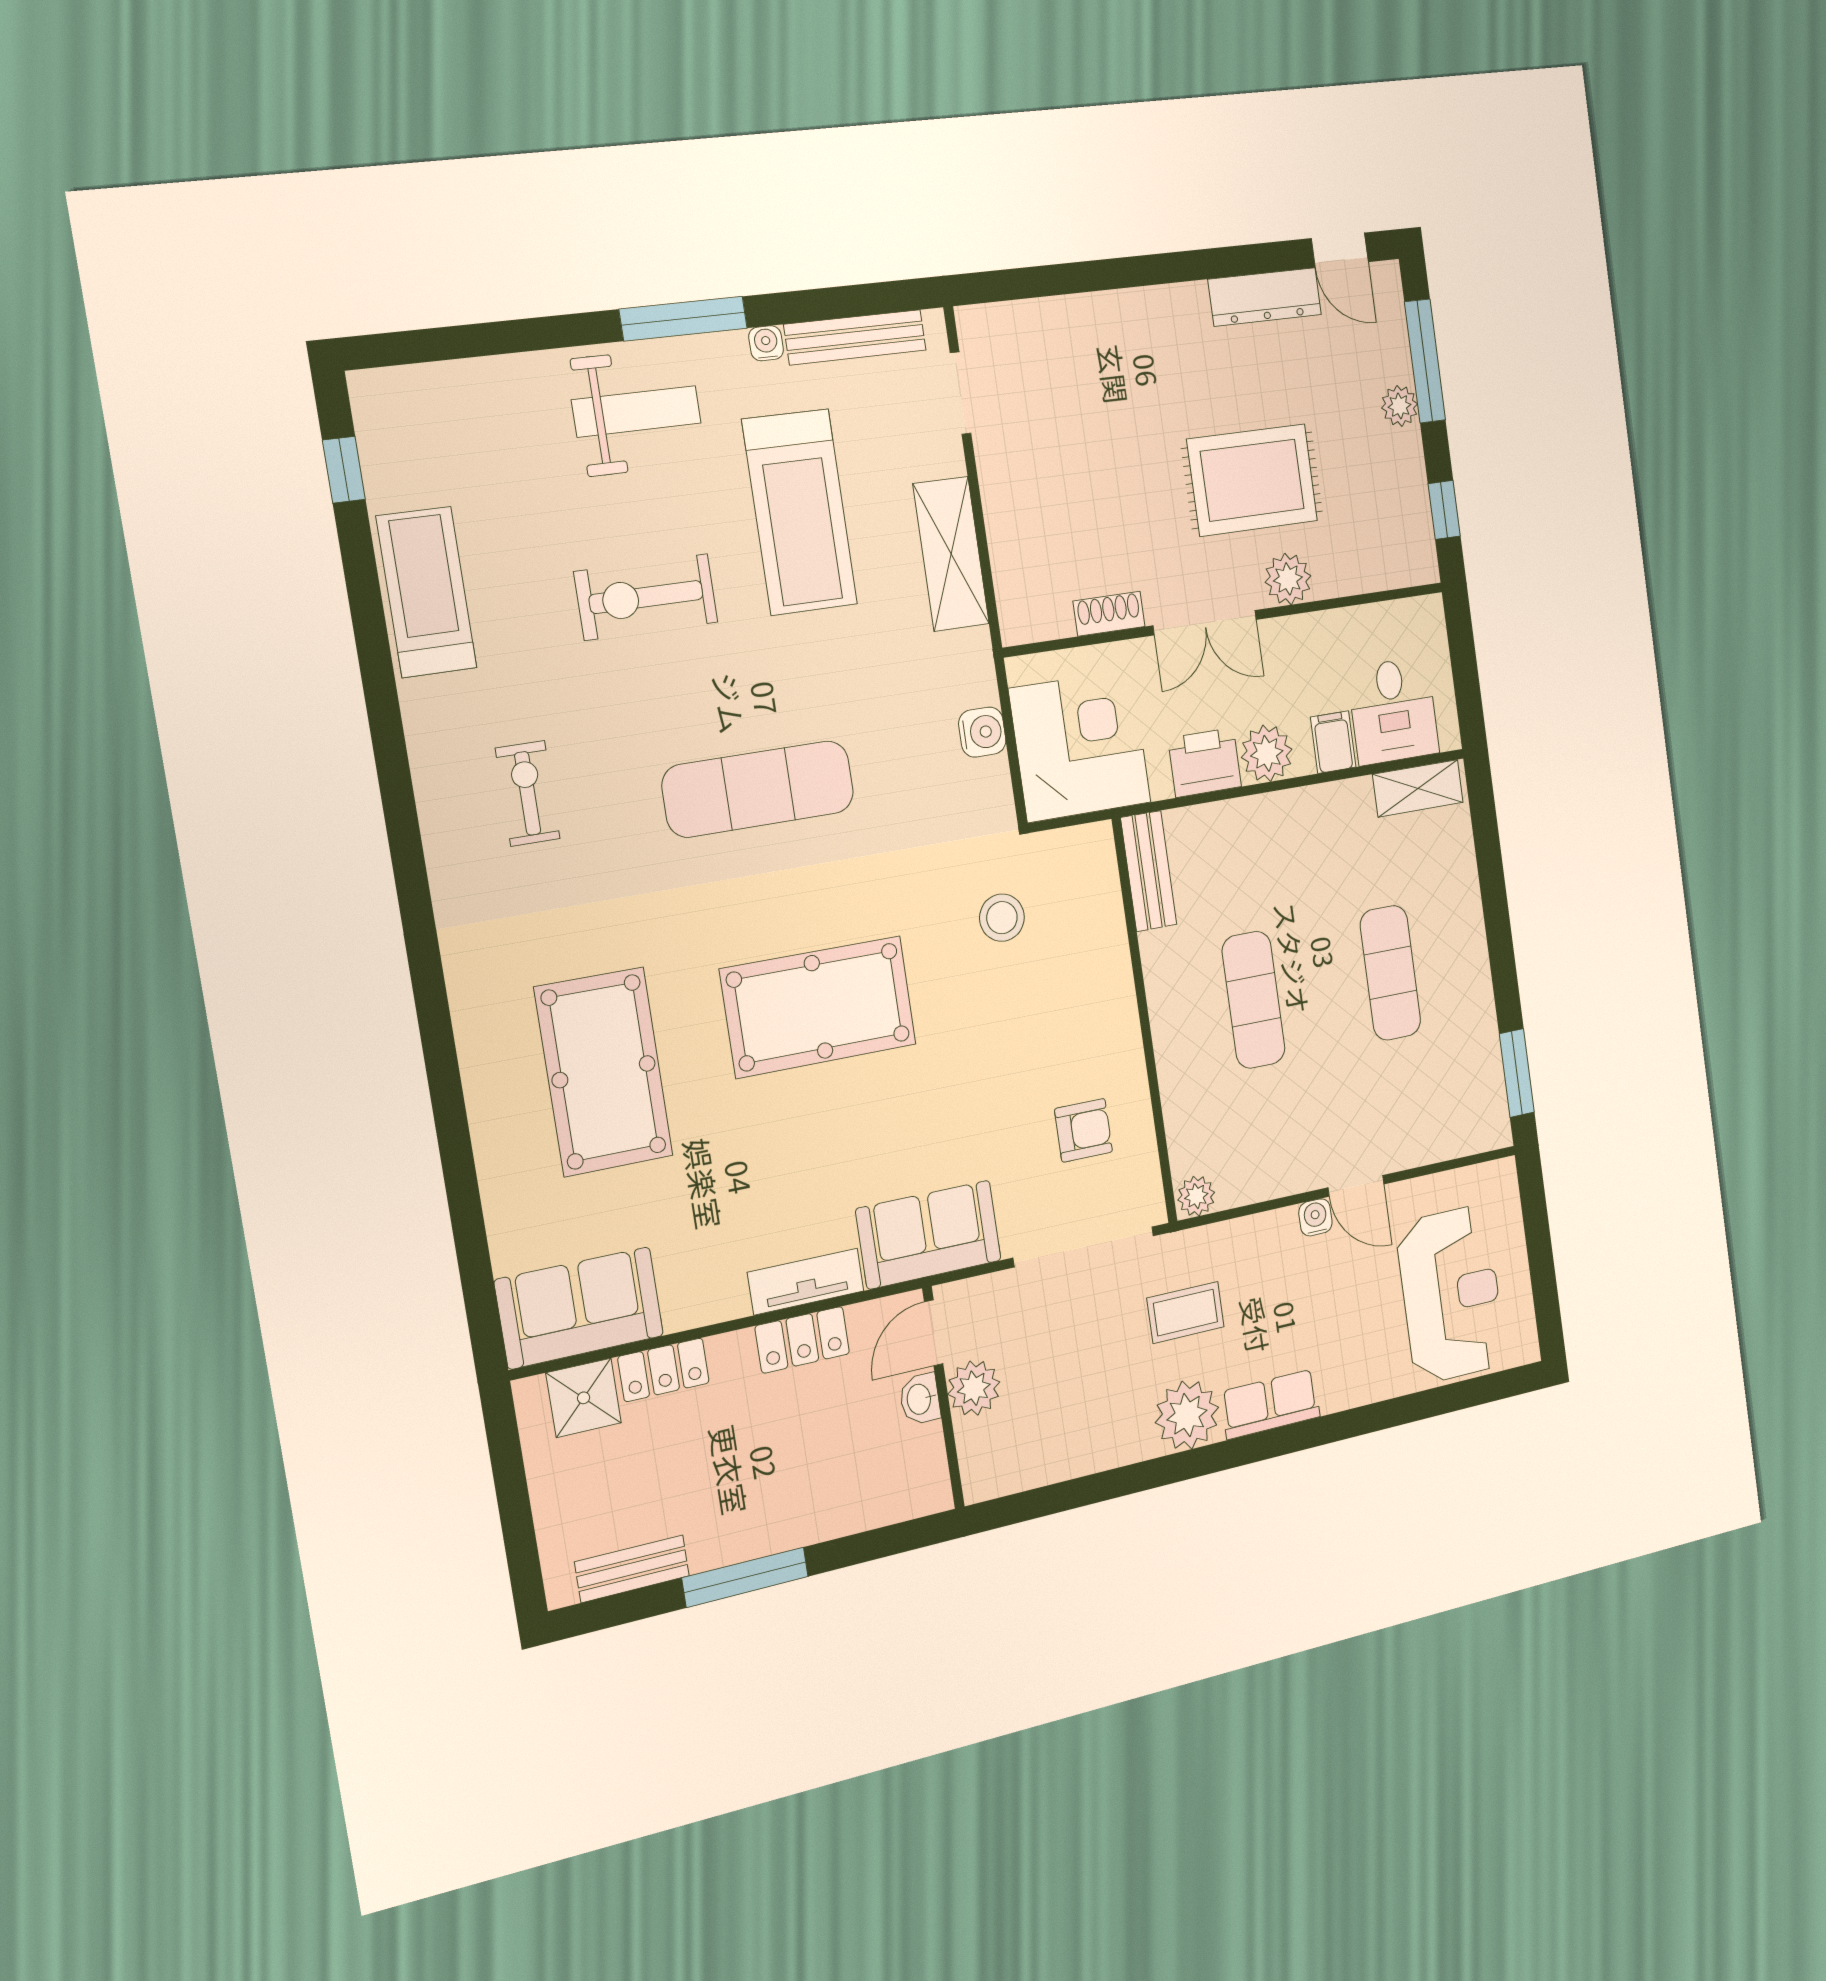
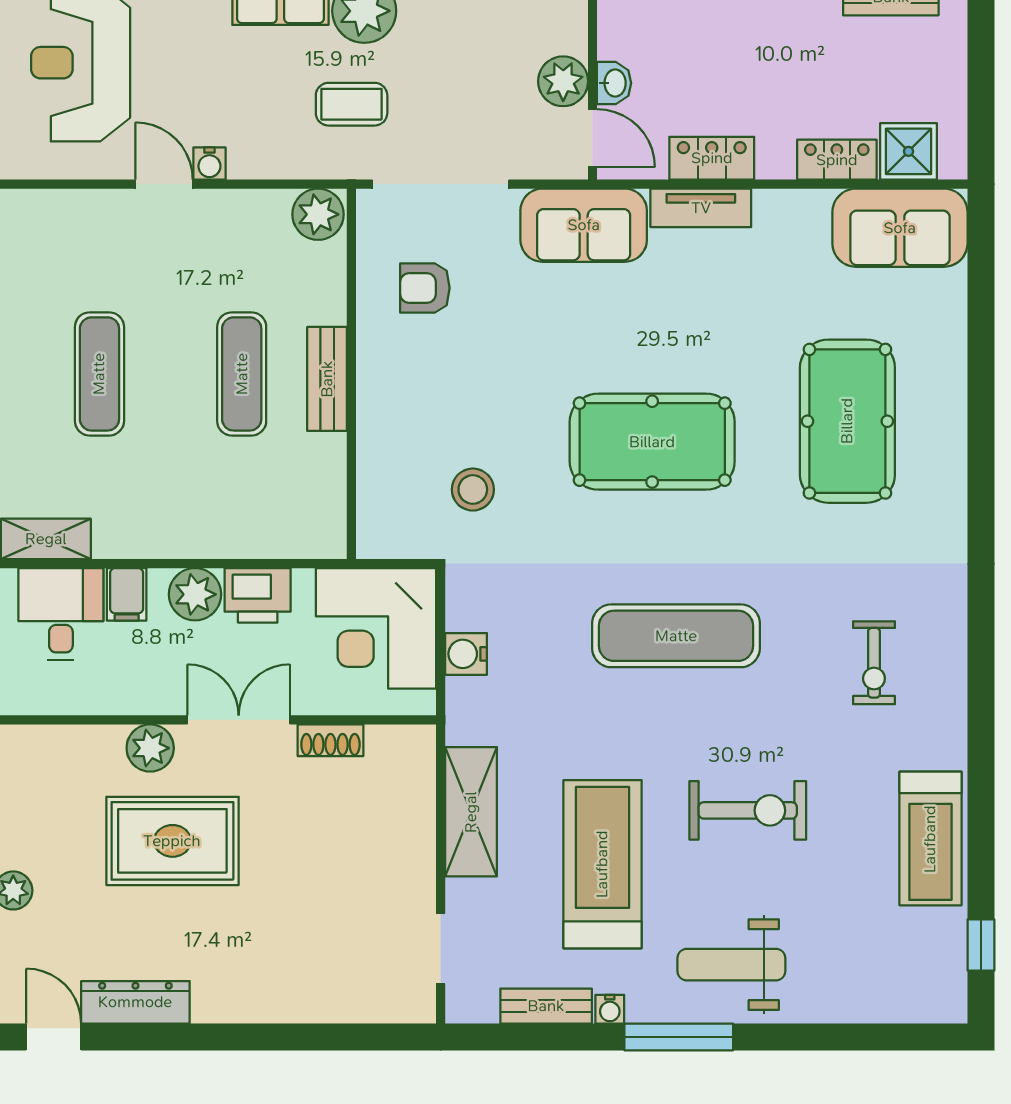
bench: (855, 337) -> (546, 1006), width x0.73
bench: (1149, 871) -> (327, 379), moved
plant: (1196, 1196) -> (318, 214), width x1.38, depth x1.38
door: (934, 1333) -> (592, 138), hinge flipped

